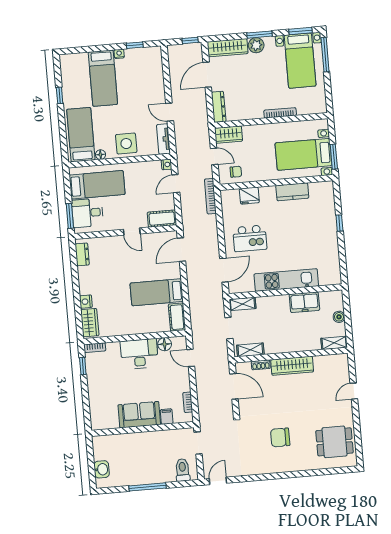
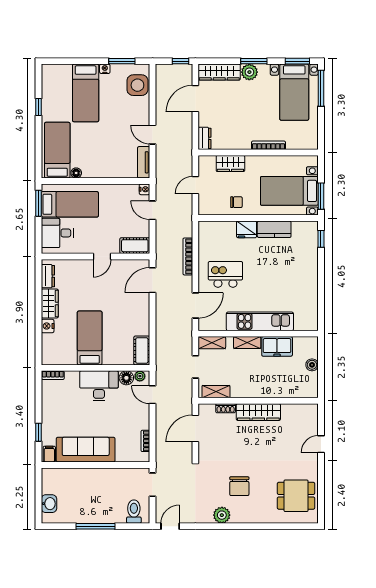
window: (135, 45) -> (122, 61), width x1.50
dresser: (219, 107) -> (205, 138), width x0.70
wardrobe: (229, 135) -> (230, 164), moved
side table: (126, 144) -> (137, 85), moved
door: (214, 156) -> (195, 185), swing flipped
chair: (236, 172) -> (236, 202), moved
door: (176, 184) -> (153, 210), hinge flipped
bookcase: (210, 196) -> (188, 256), moved
fridge: (249, 196) -> (247, 229), moved
window: (70, 216) -> (38, 203), moved
window: (339, 223) -> (321, 239), moved
door: (132, 232) -> (102, 257), hinge flipped
kitchen island: (250, 238) -> (225, 274), turned 180
bed: (157, 292) -> (90, 338), moved, turned 90
wardrobe: (90, 323) -> (50, 304), moved
plant: (177, 341) -> (140, 376), added
shelving: (334, 343) -> (247, 343), moved
window: (83, 366) -> (38, 432), moved
door: (234, 386) -> (195, 428), swing flipped
sofa: (139, 415) -> (86, 450), width x1.36
filing cabinet: (167, 417) -> (49, 454), moved
chair: (280, 437) -> (239, 486), turned -90
plant: (266, 466) -> (222, 515), added

